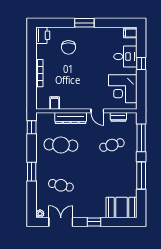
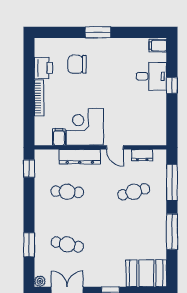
printer: (43, 35) -> (43, 68), moved
chair: (68, 47) -> (77, 64), turned 90
corner desk: (123, 89) -> (85, 127), moved, turned 90
cafe table: (61, 145) -> (67, 192), width x0.73, depth x0.74
window: (32, 172) -> (29, 245), moved

